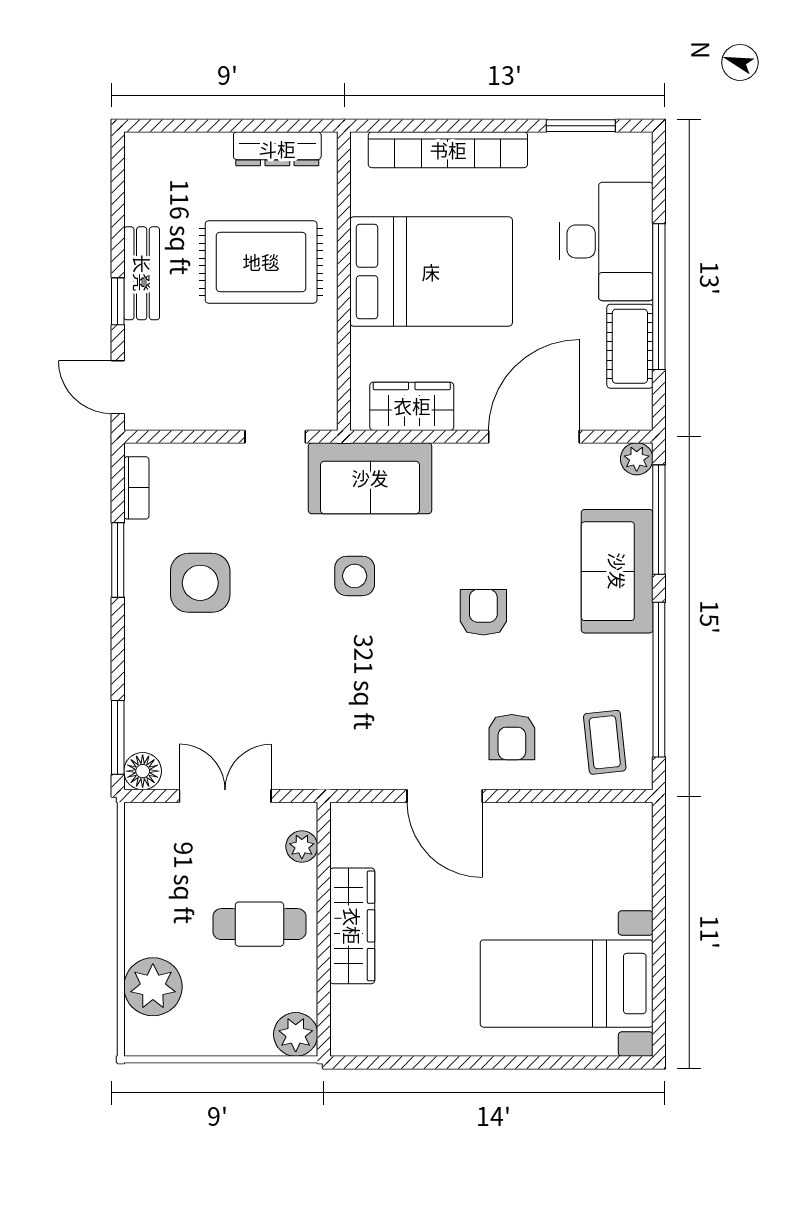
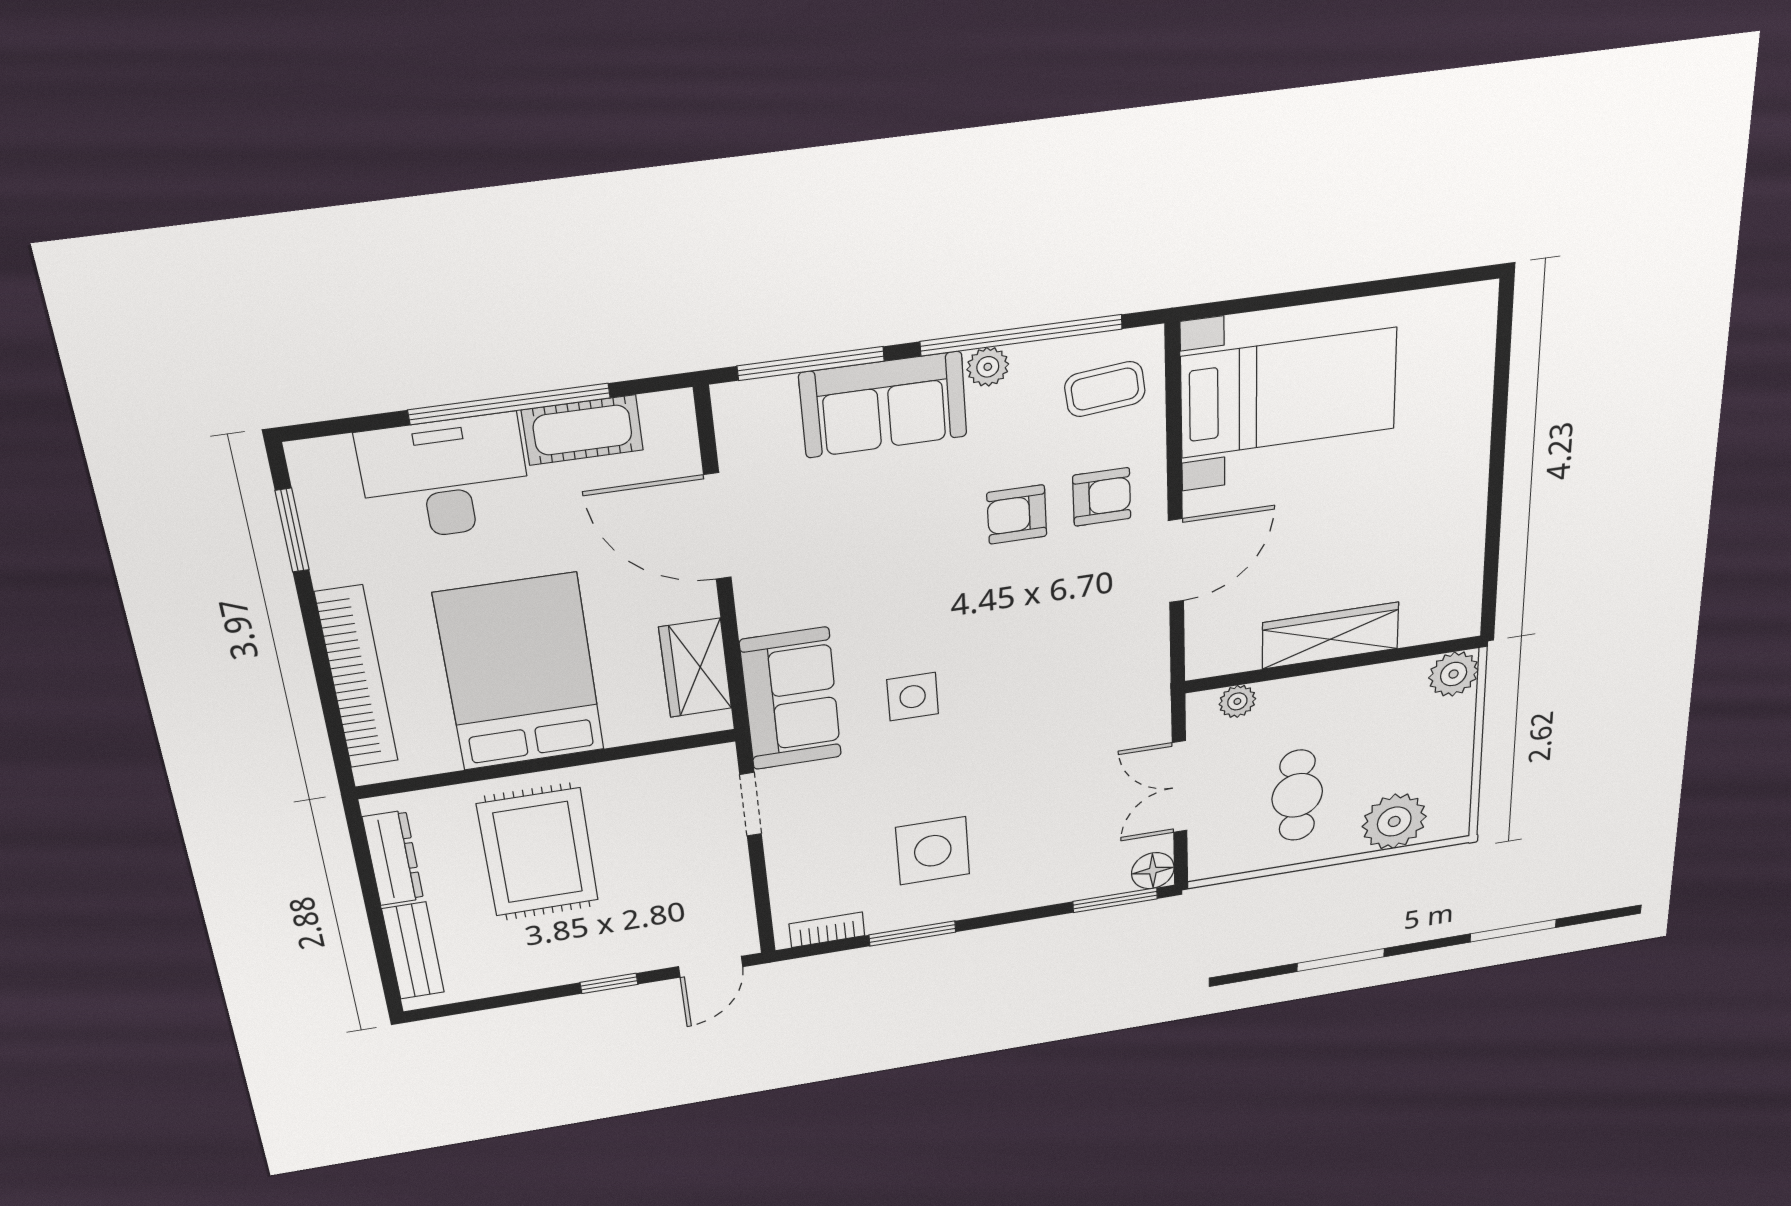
bench: (142, 273) -> (413, 951), moved, turned 90
plant: (637, 459) -> (988, 367), moved
armchair: (483, 612) -> (1017, 514), moved
cafe table: (259, 924) -> (1297, 795), moved
bed with nightstands: (567, 984) -> (1289, 393), moved, turned -90

